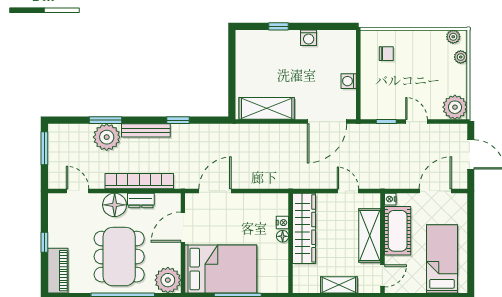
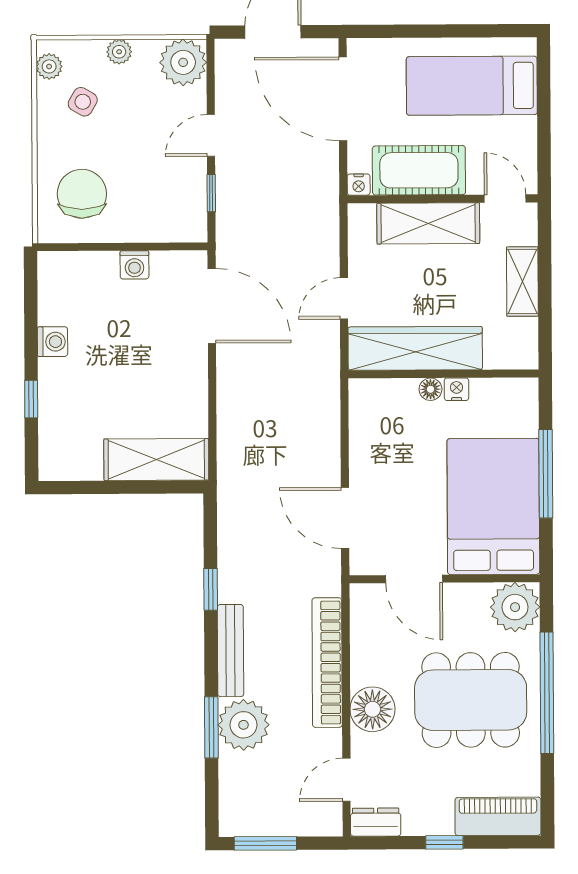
chair: (386, 54) -> (82, 194), width x1.87, depth x1.87
side table: (435, 54) -> (83, 102), added
plant: (461, 57) -> (119, 52), moved
shelving: (267, 108) -> (156, 460), moved, turned 90
door: (348, 191) -> (344, 298), moved
door: (435, 191) -> (343, 99), width x1.36
dresser: (141, 201) -> (376, 822), moved, turned -90
nightstand: (282, 223) -> (457, 389), moved

